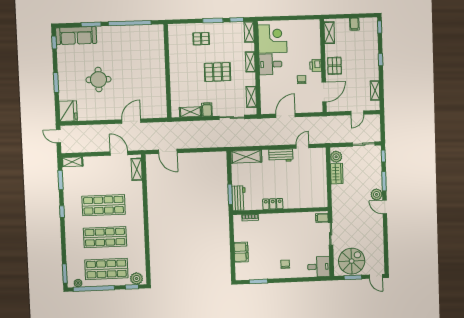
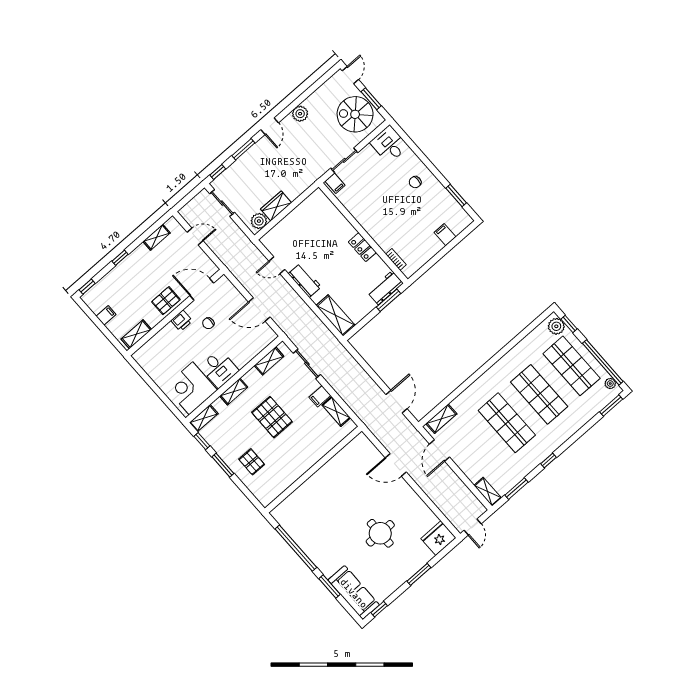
plant: (377, 194) -> (300, 114), moved
filing cabinet: (241, 252) -> (445, 235), width x0.50

